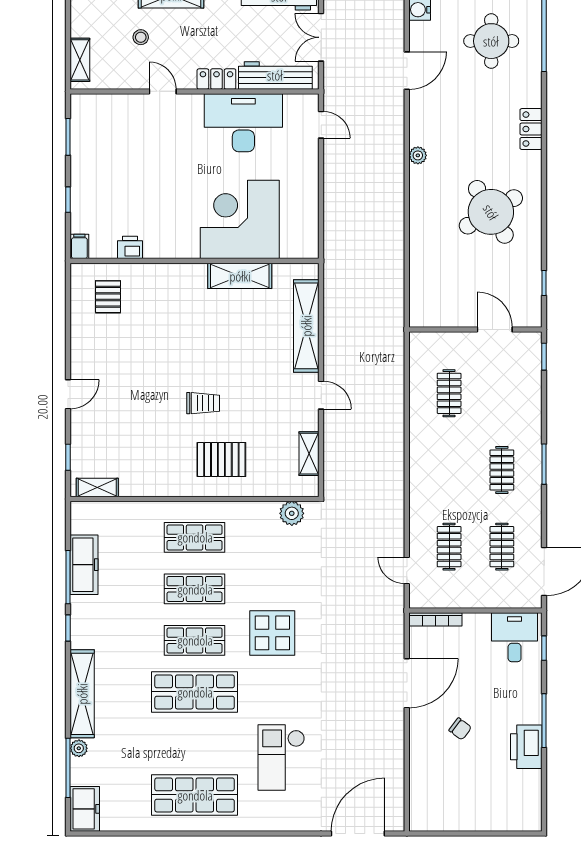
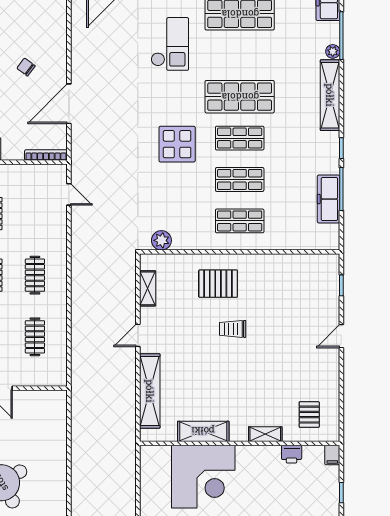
door: (321, 395) -> (138, 335), hinge flipped
shelving: (97, 487) -> (265, 434), moved
clothes rail: (449, 547) -> (35, 275), moved

